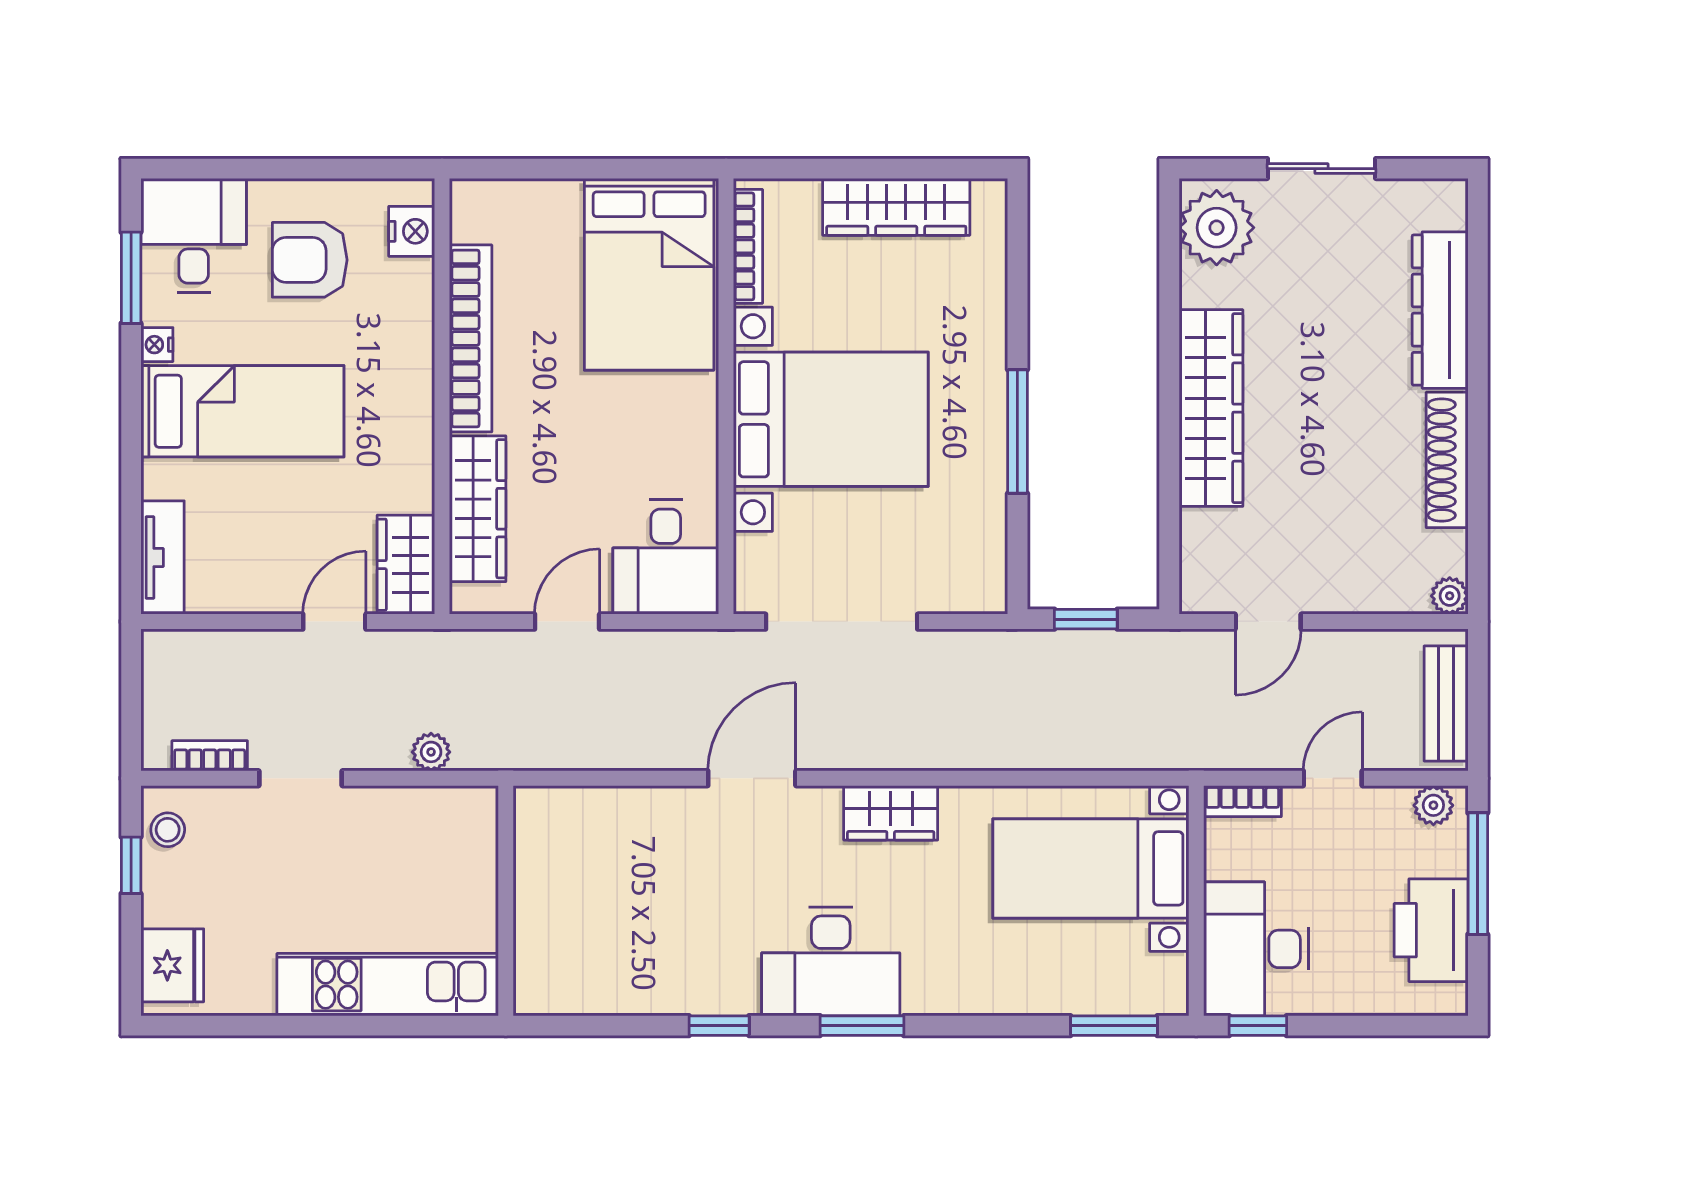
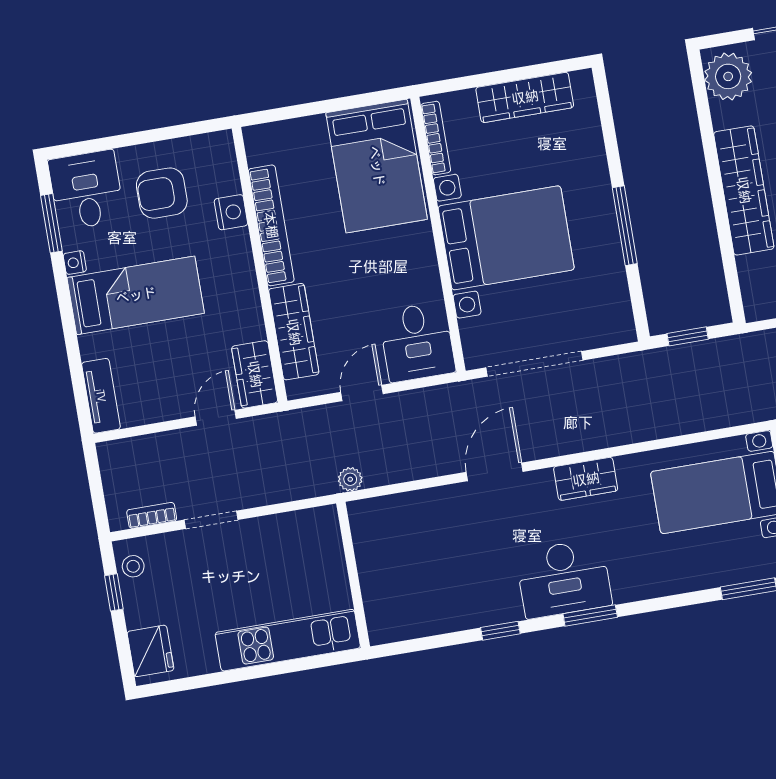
nightstand: (412, 231) -> (231, 212), moved
plant: (431, 752) -> (350, 479), moved

